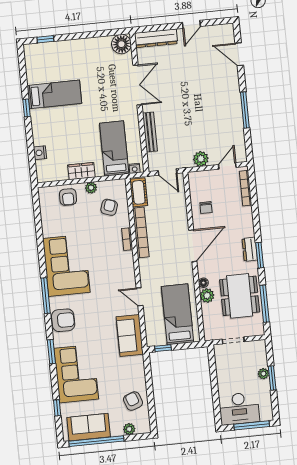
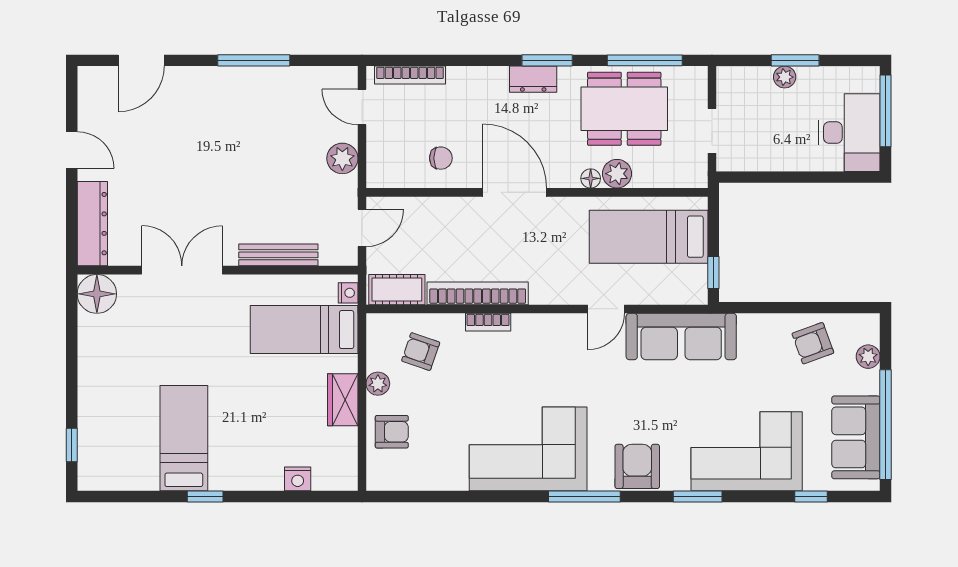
sofa: (130, 336) -> (681, 337), width x1.36

